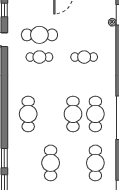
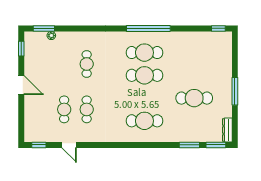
cafe table: (39, 35) -> (64, 109), width x0.73, depth x0.74
cafe table: (95, 163) -> (194, 53), removed

